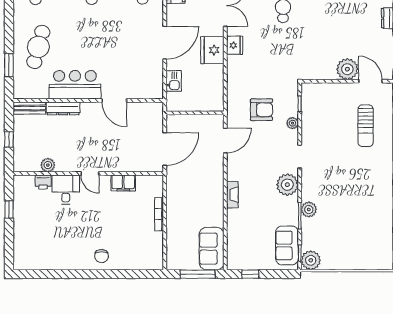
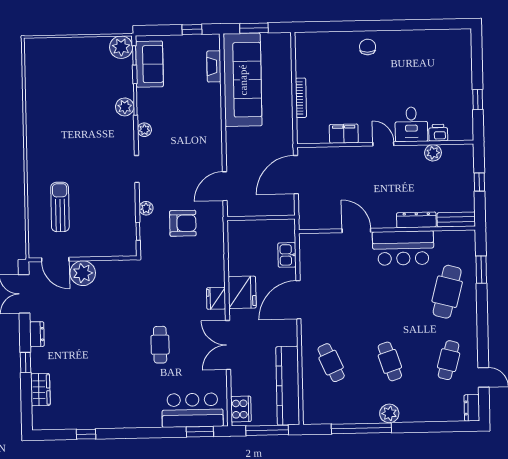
armchair: (261, 110) -> (183, 223), turned 180
plant: (287, 185) -> (144, 130), width x0.53, depth x0.53
fireplace: (232, 195) -> (214, 66), moved
sofa: (212, 249) -> (243, 80), width x1.85, depth x1.27
window: (198, 274) -> (254, 28), width x0.69

